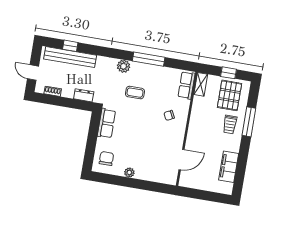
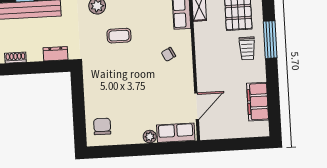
row of seats: (106, 123) -> (176, 133), moved, turned -90
plant: (129, 173) -> (150, 137), moved

